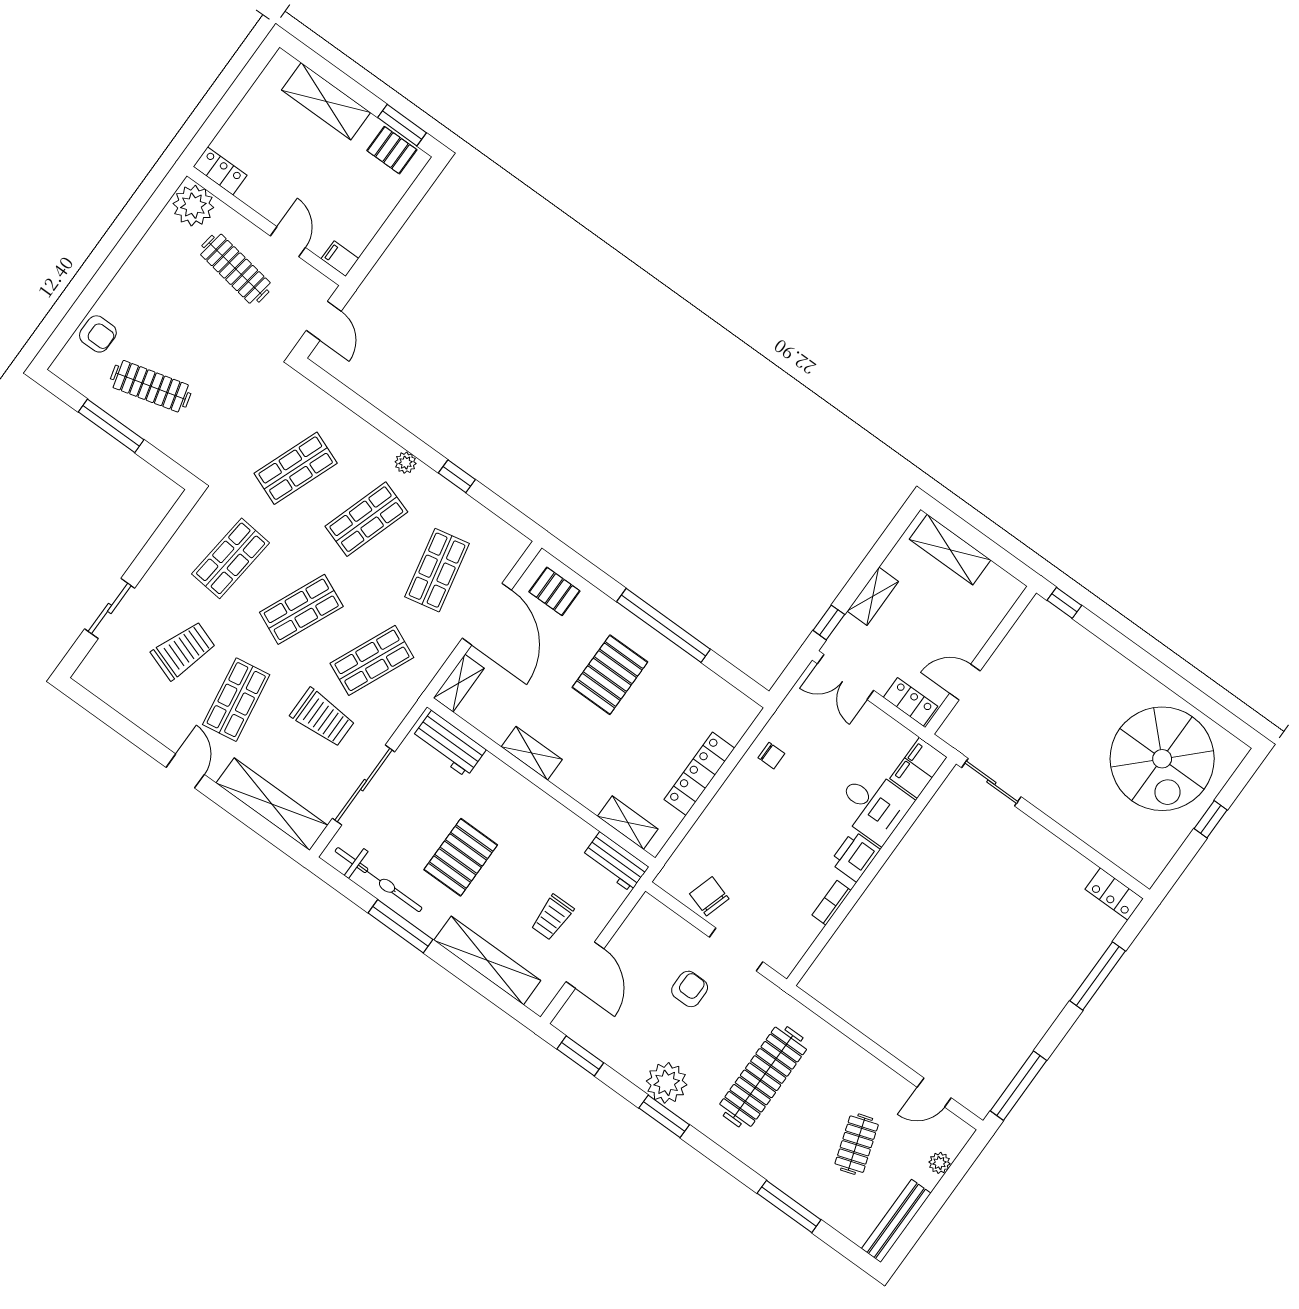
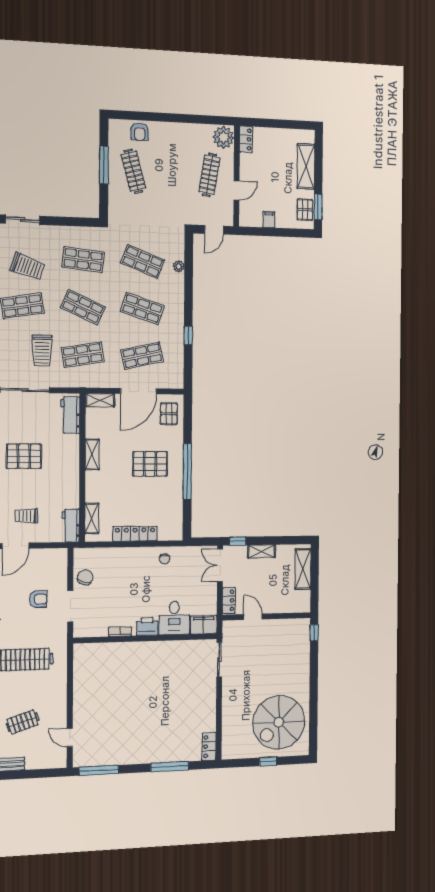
filing cabinet: (340, 259) -> (269, 220), moved
plant: (406, 463) -> (179, 266), moved
shop shelf: (372, 660) -> (83, 355), turned -33
plant: (939, 1163) -> (41, 763), removed

